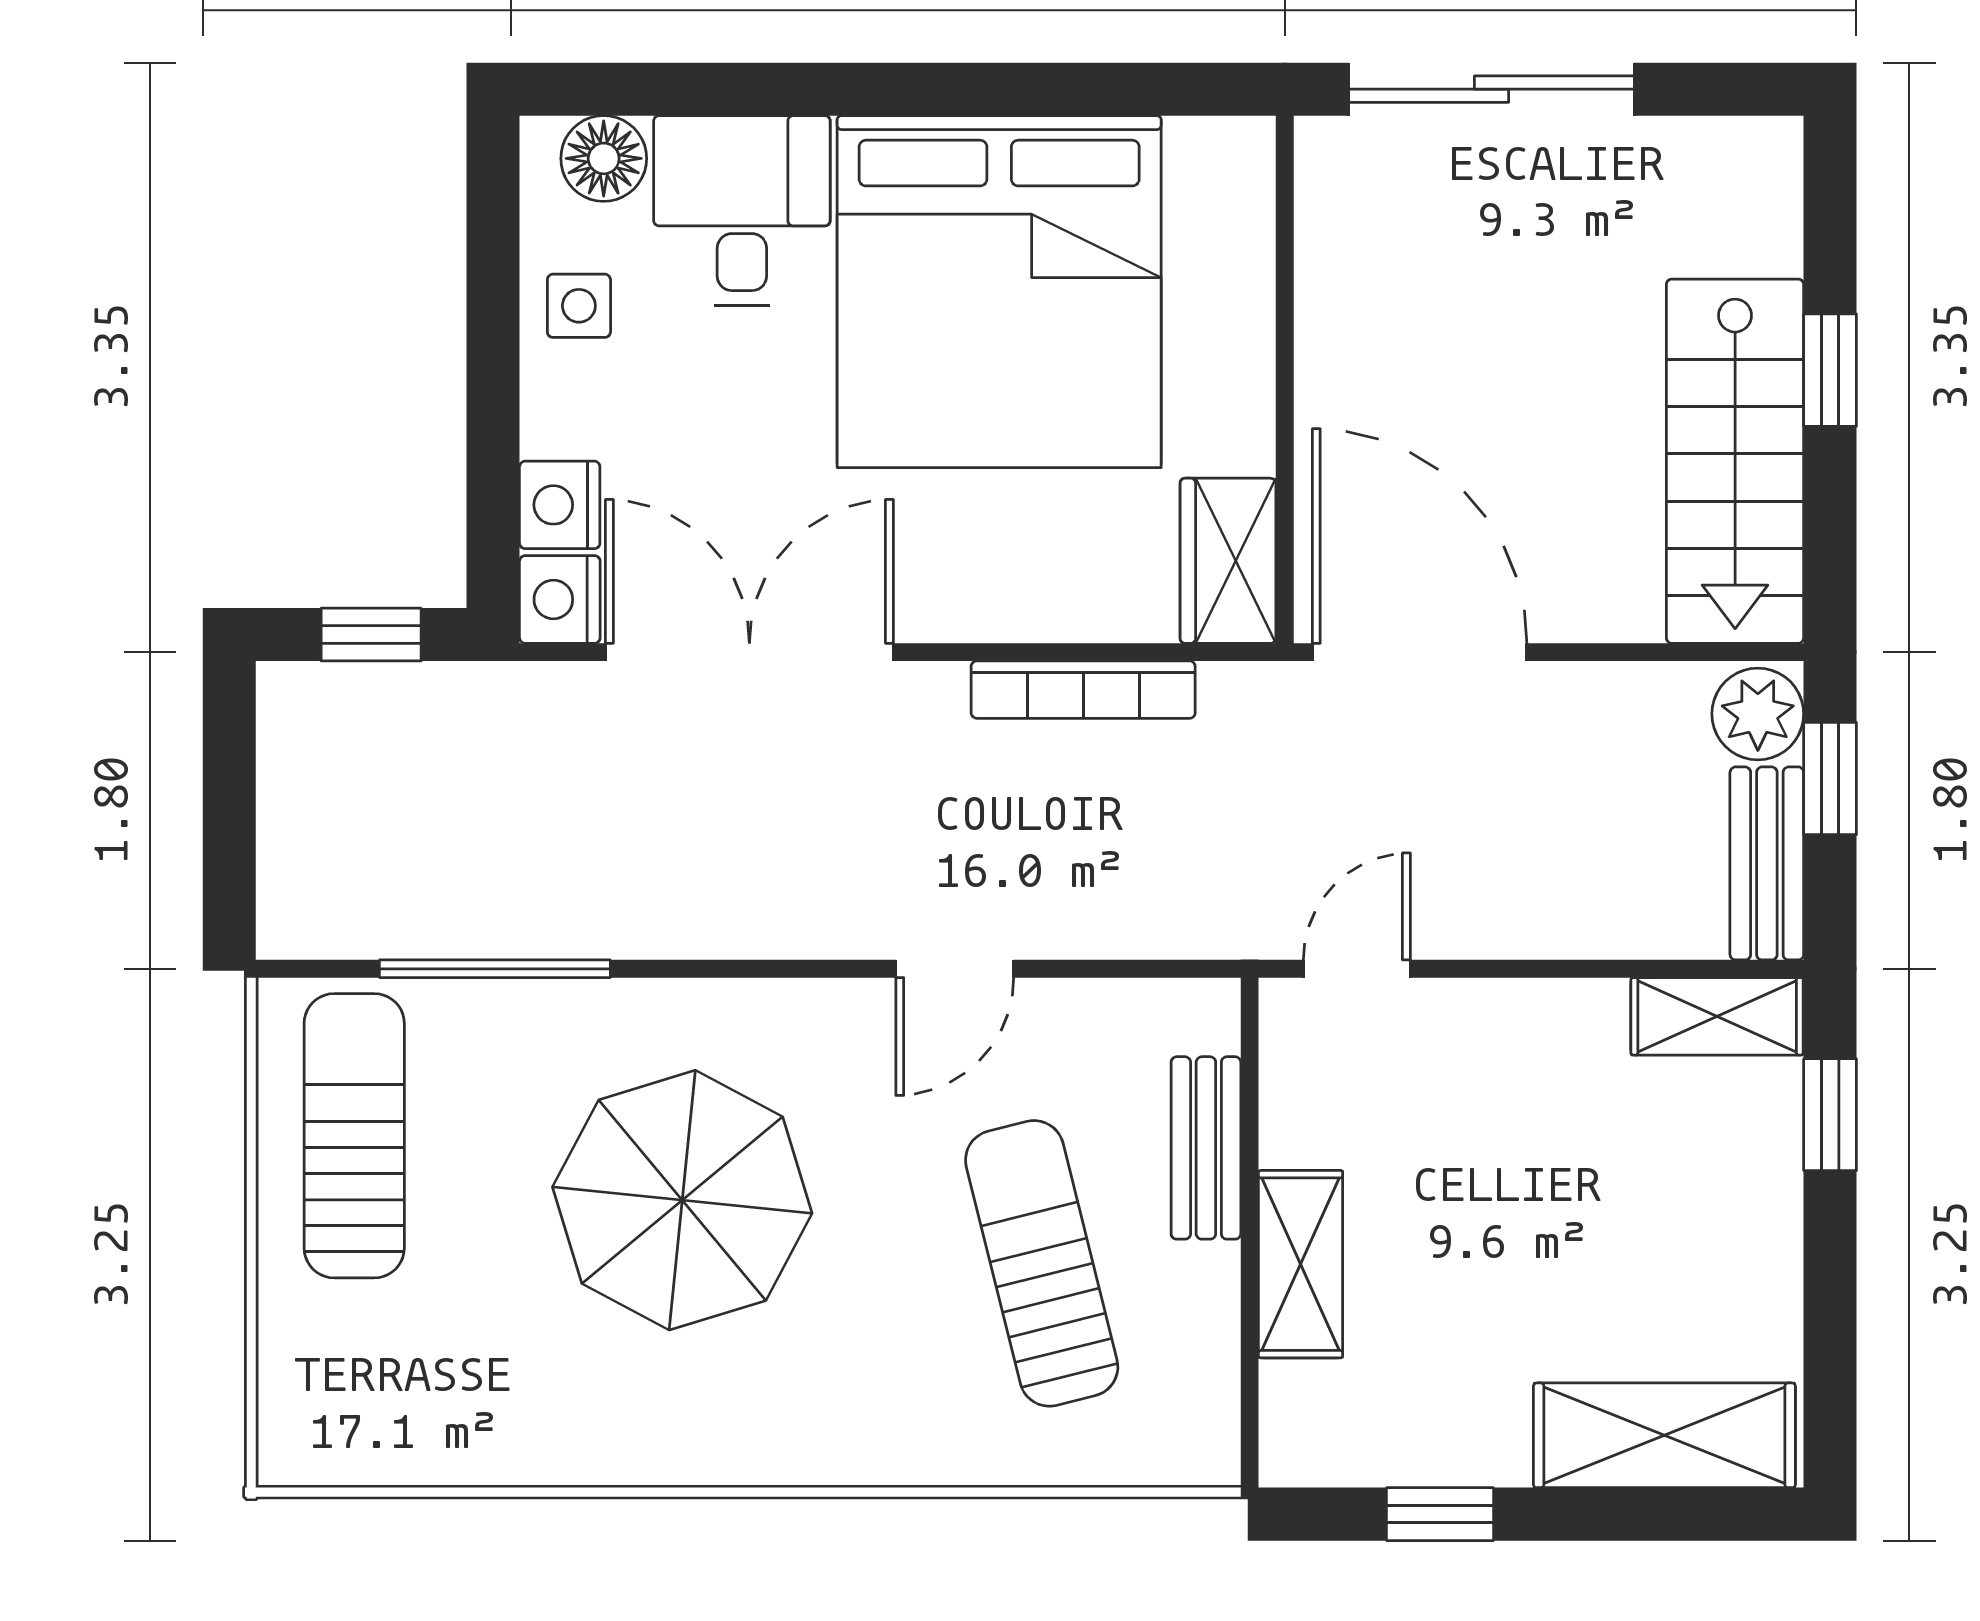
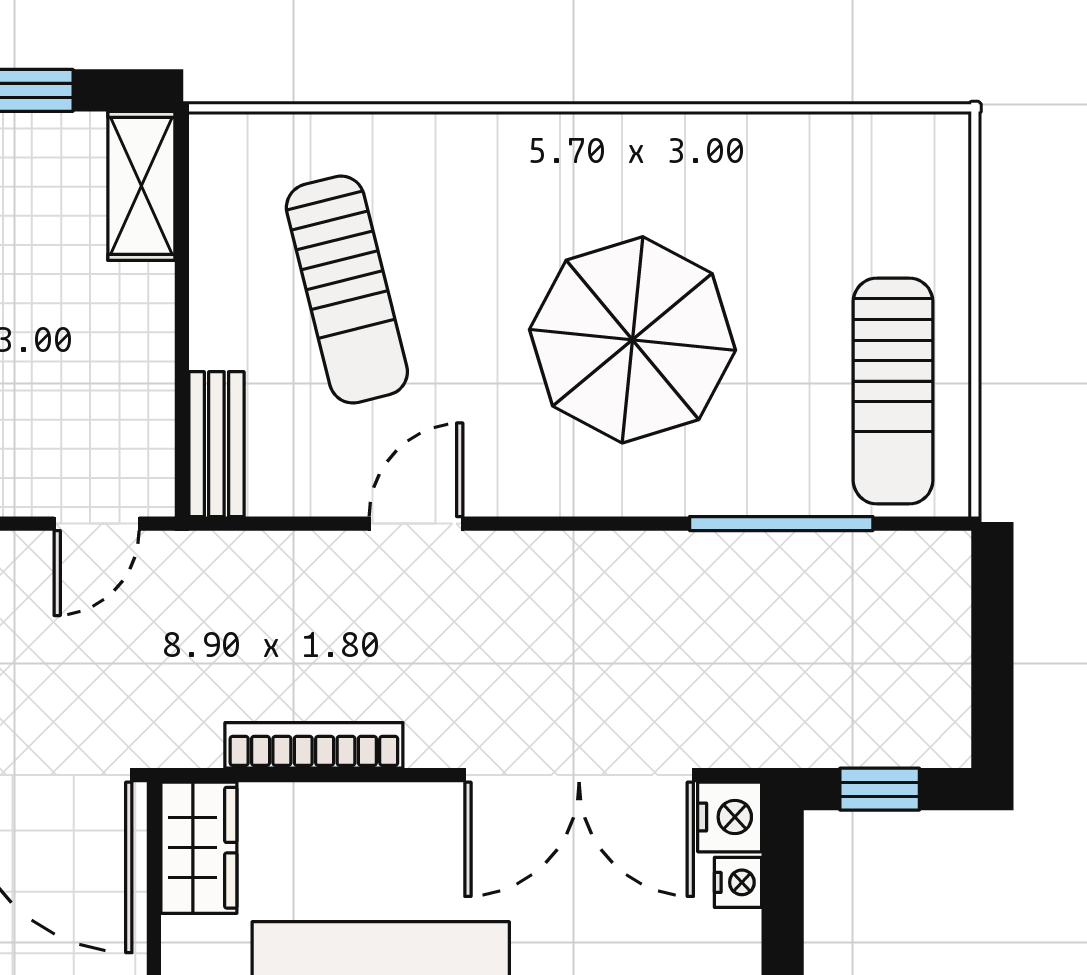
nightstand: (560, 505) -> (738, 882), width x0.72, depth x0.74
bench: (1206, 1148) -> (216, 444), moved
shelving: (1301, 1264) -> (141, 186), moved

